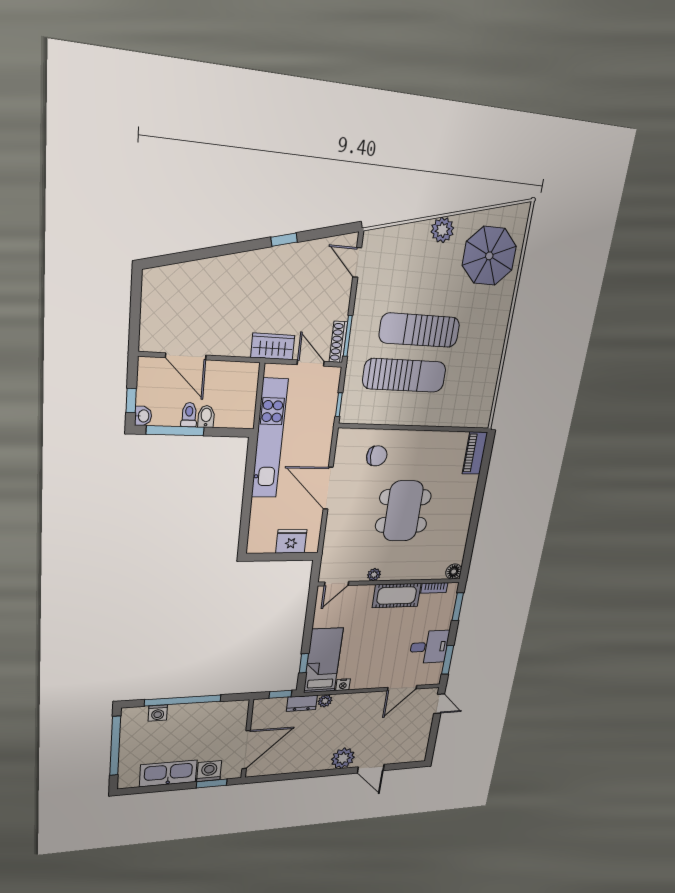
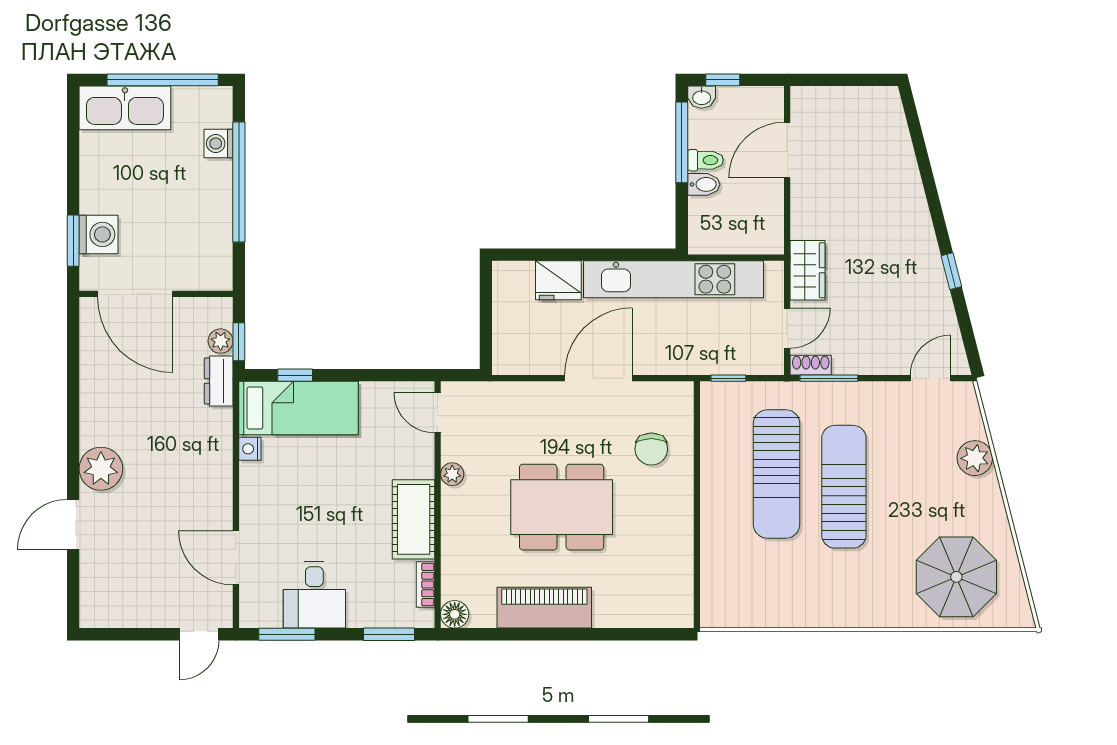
plant: (442, 230) -> (975, 458), moved
shoe rack: (338, 342) -> (811, 365), width x0.70
piano: (475, 453) -> (544, 608), moved, width x1.37, depth x1.33
fridge: (291, 541) -> (558, 280), moved, turned 90
plant: (325, 701) -> (221, 341), moved
kitchen sink: (168, 773) -> (125, 108), moved, turned 90

